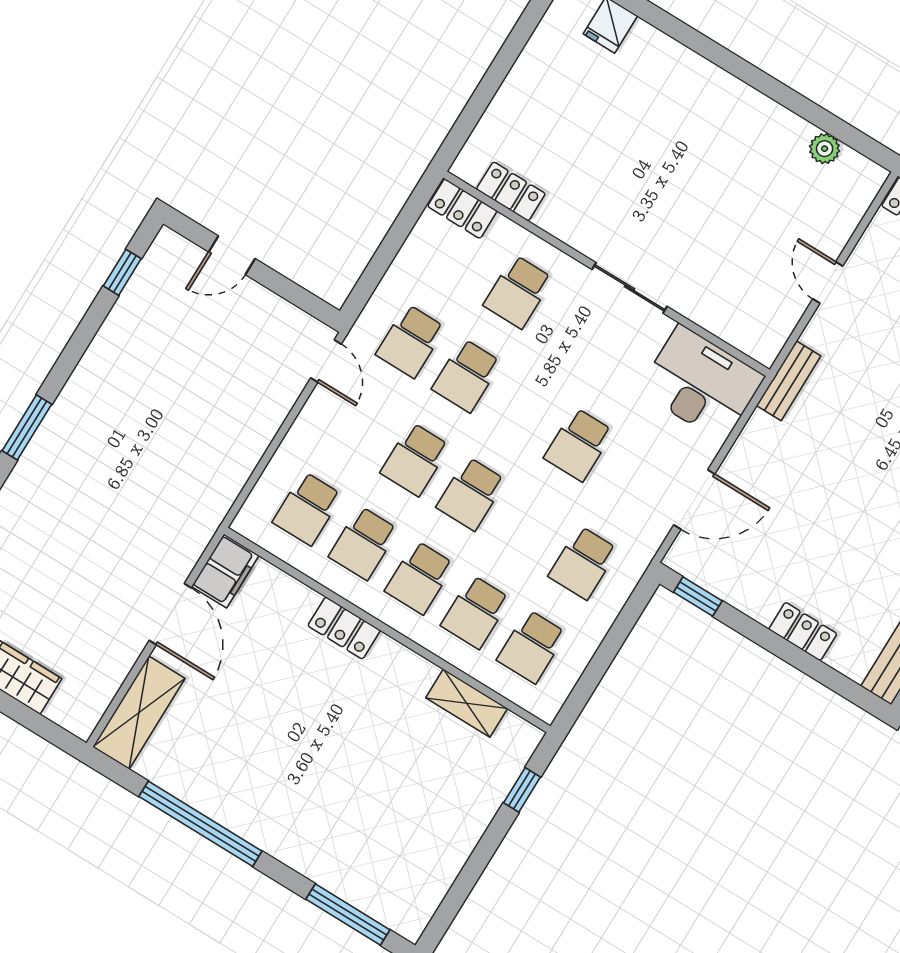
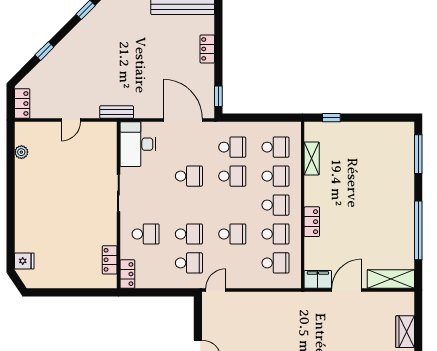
school desk: (471, 494) -> (232, 176), moved
door: (694, 500) -> (183, 120), width x1.36

